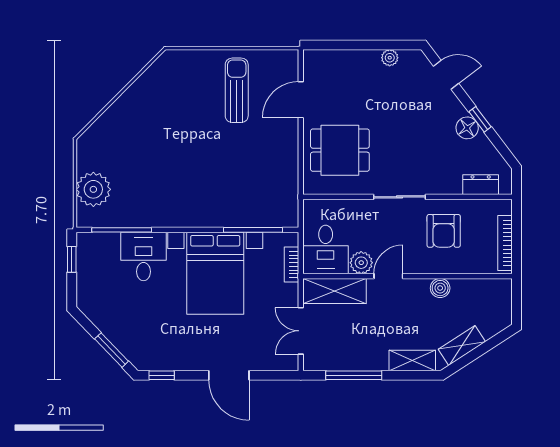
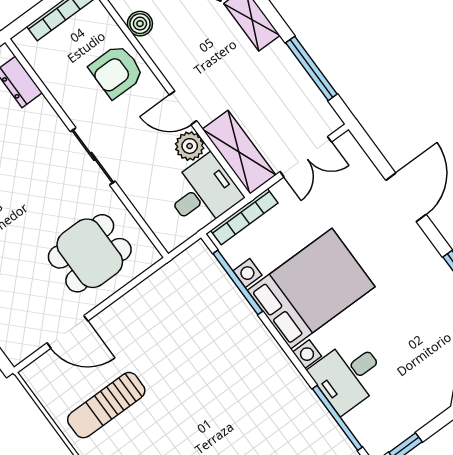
dining table: (340, 150) -> (90, 253), turned 90
armchair: (444, 231) -> (116, 71), moved, turned 180
bookcase: (291, 264) -> (244, 217), width x1.56
boiler: (440, 288) -> (140, 24), moved

